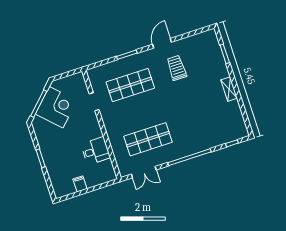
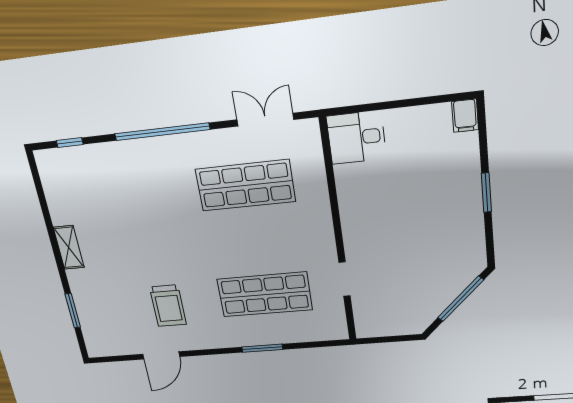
door: (162, 43) -> (161, 355), moved
corner desk: (56, 107) -> (426, 285), removed
desk: (96, 151) -> (356, 138), moved
filing cabinet: (80, 184) -> (465, 116), moved

